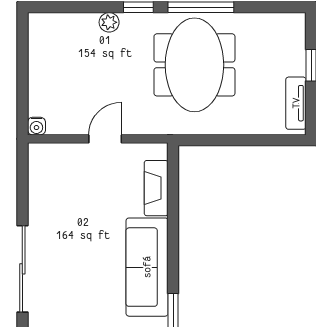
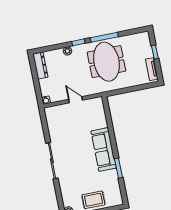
dresser: (40, 43) -> (40, 66), added
door: (105, 139) -> (75, 100), hinge flipped
fireplace: (156, 188) -> (101, 116), removed

